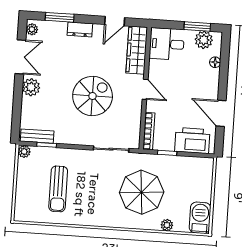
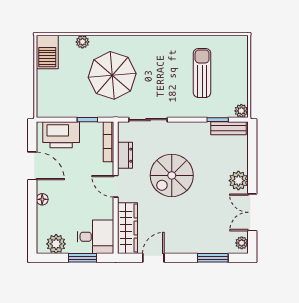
window: (197, 26) -> (83, 258), moved
dresser: (80, 29) -> (125, 155), moved, turned 90
floor lamp: (215, 62) -> (42, 199), moved

